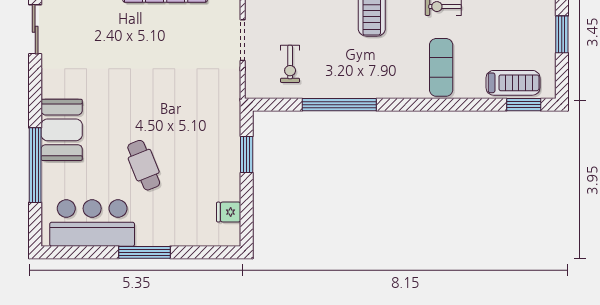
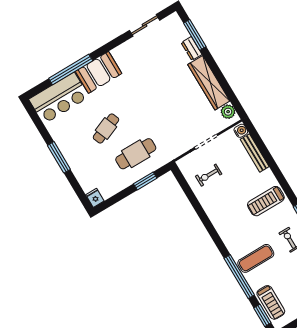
window: (339, 105) -> (239, 277), moved
cafe table: (202, 145) -> (136, 154), added
fridge: (229, 212) -> (95, 198), moved
bar counter: (92, 223) -> (59, 98), moved, turned 90

